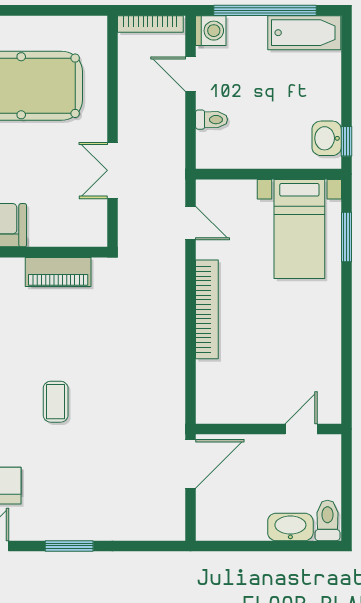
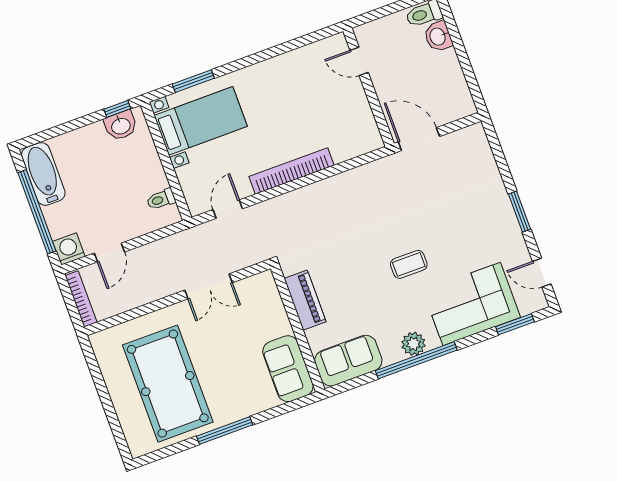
toilet: (212, 120) -> (161, 199), moved, turned -90
washbasin: (290, 527) -> (438, 36), width x0.72

